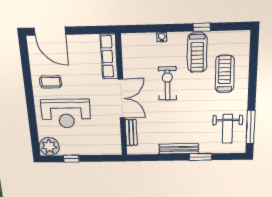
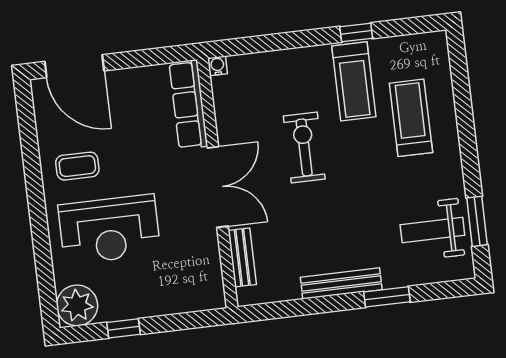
water cooler: (162, 37) -> (217, 66), moved
window: (251, 127) -> (477, 221), width x0.69
weight bench: (227, 129) -> (432, 230), turned 90

